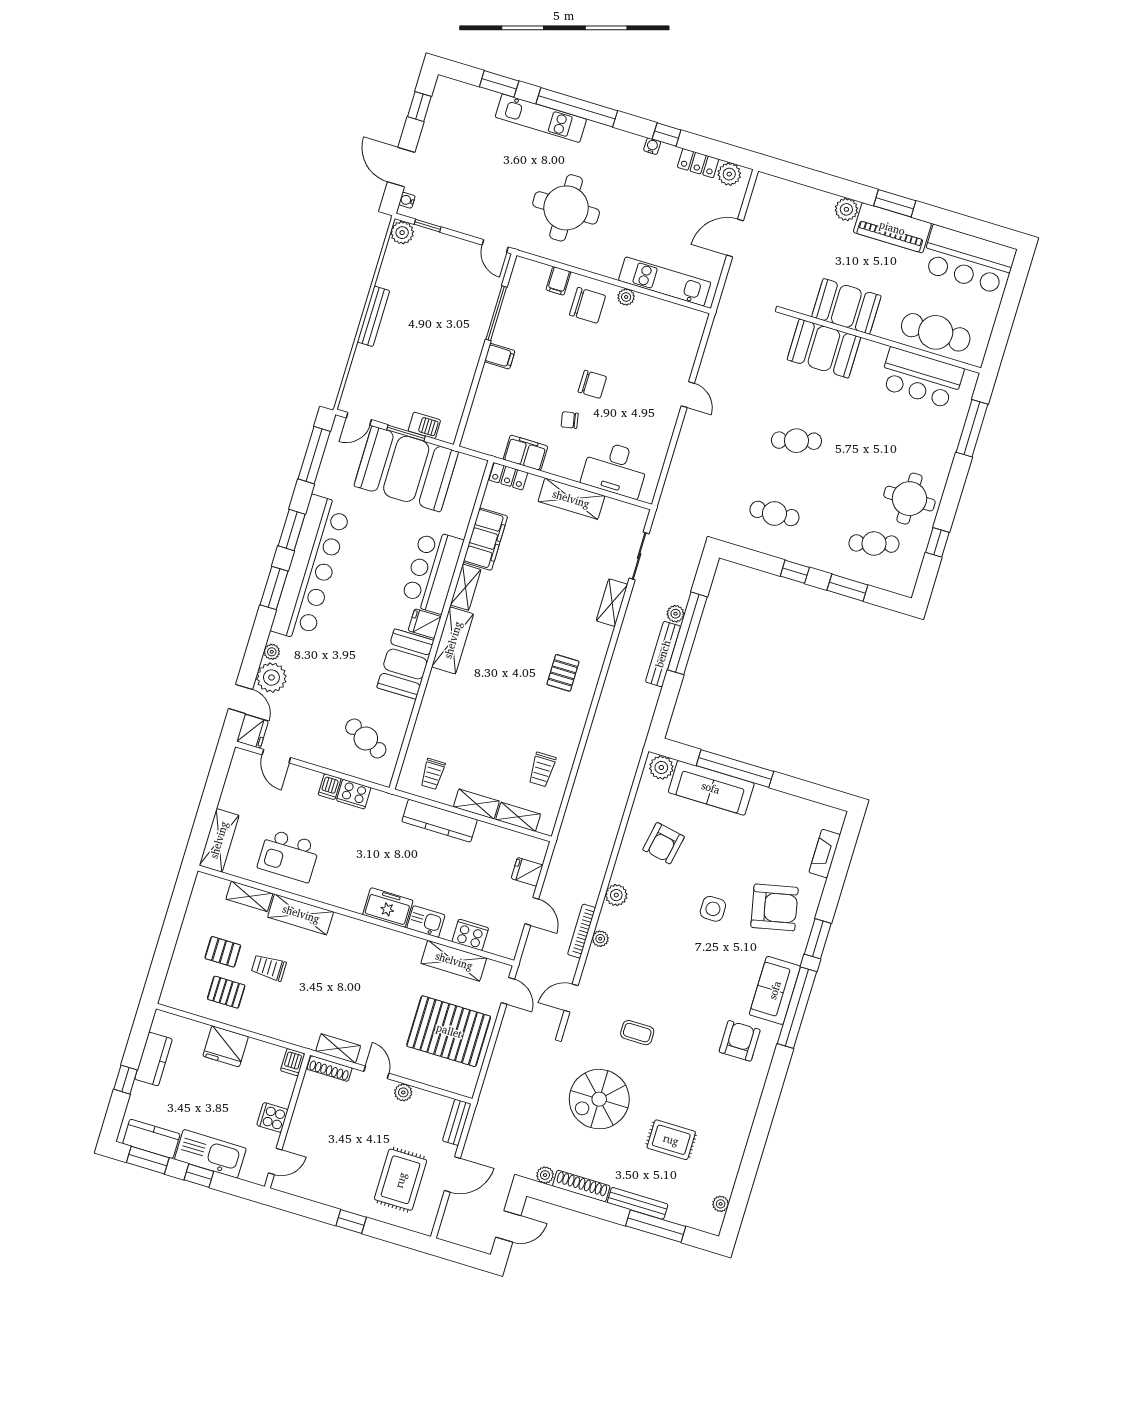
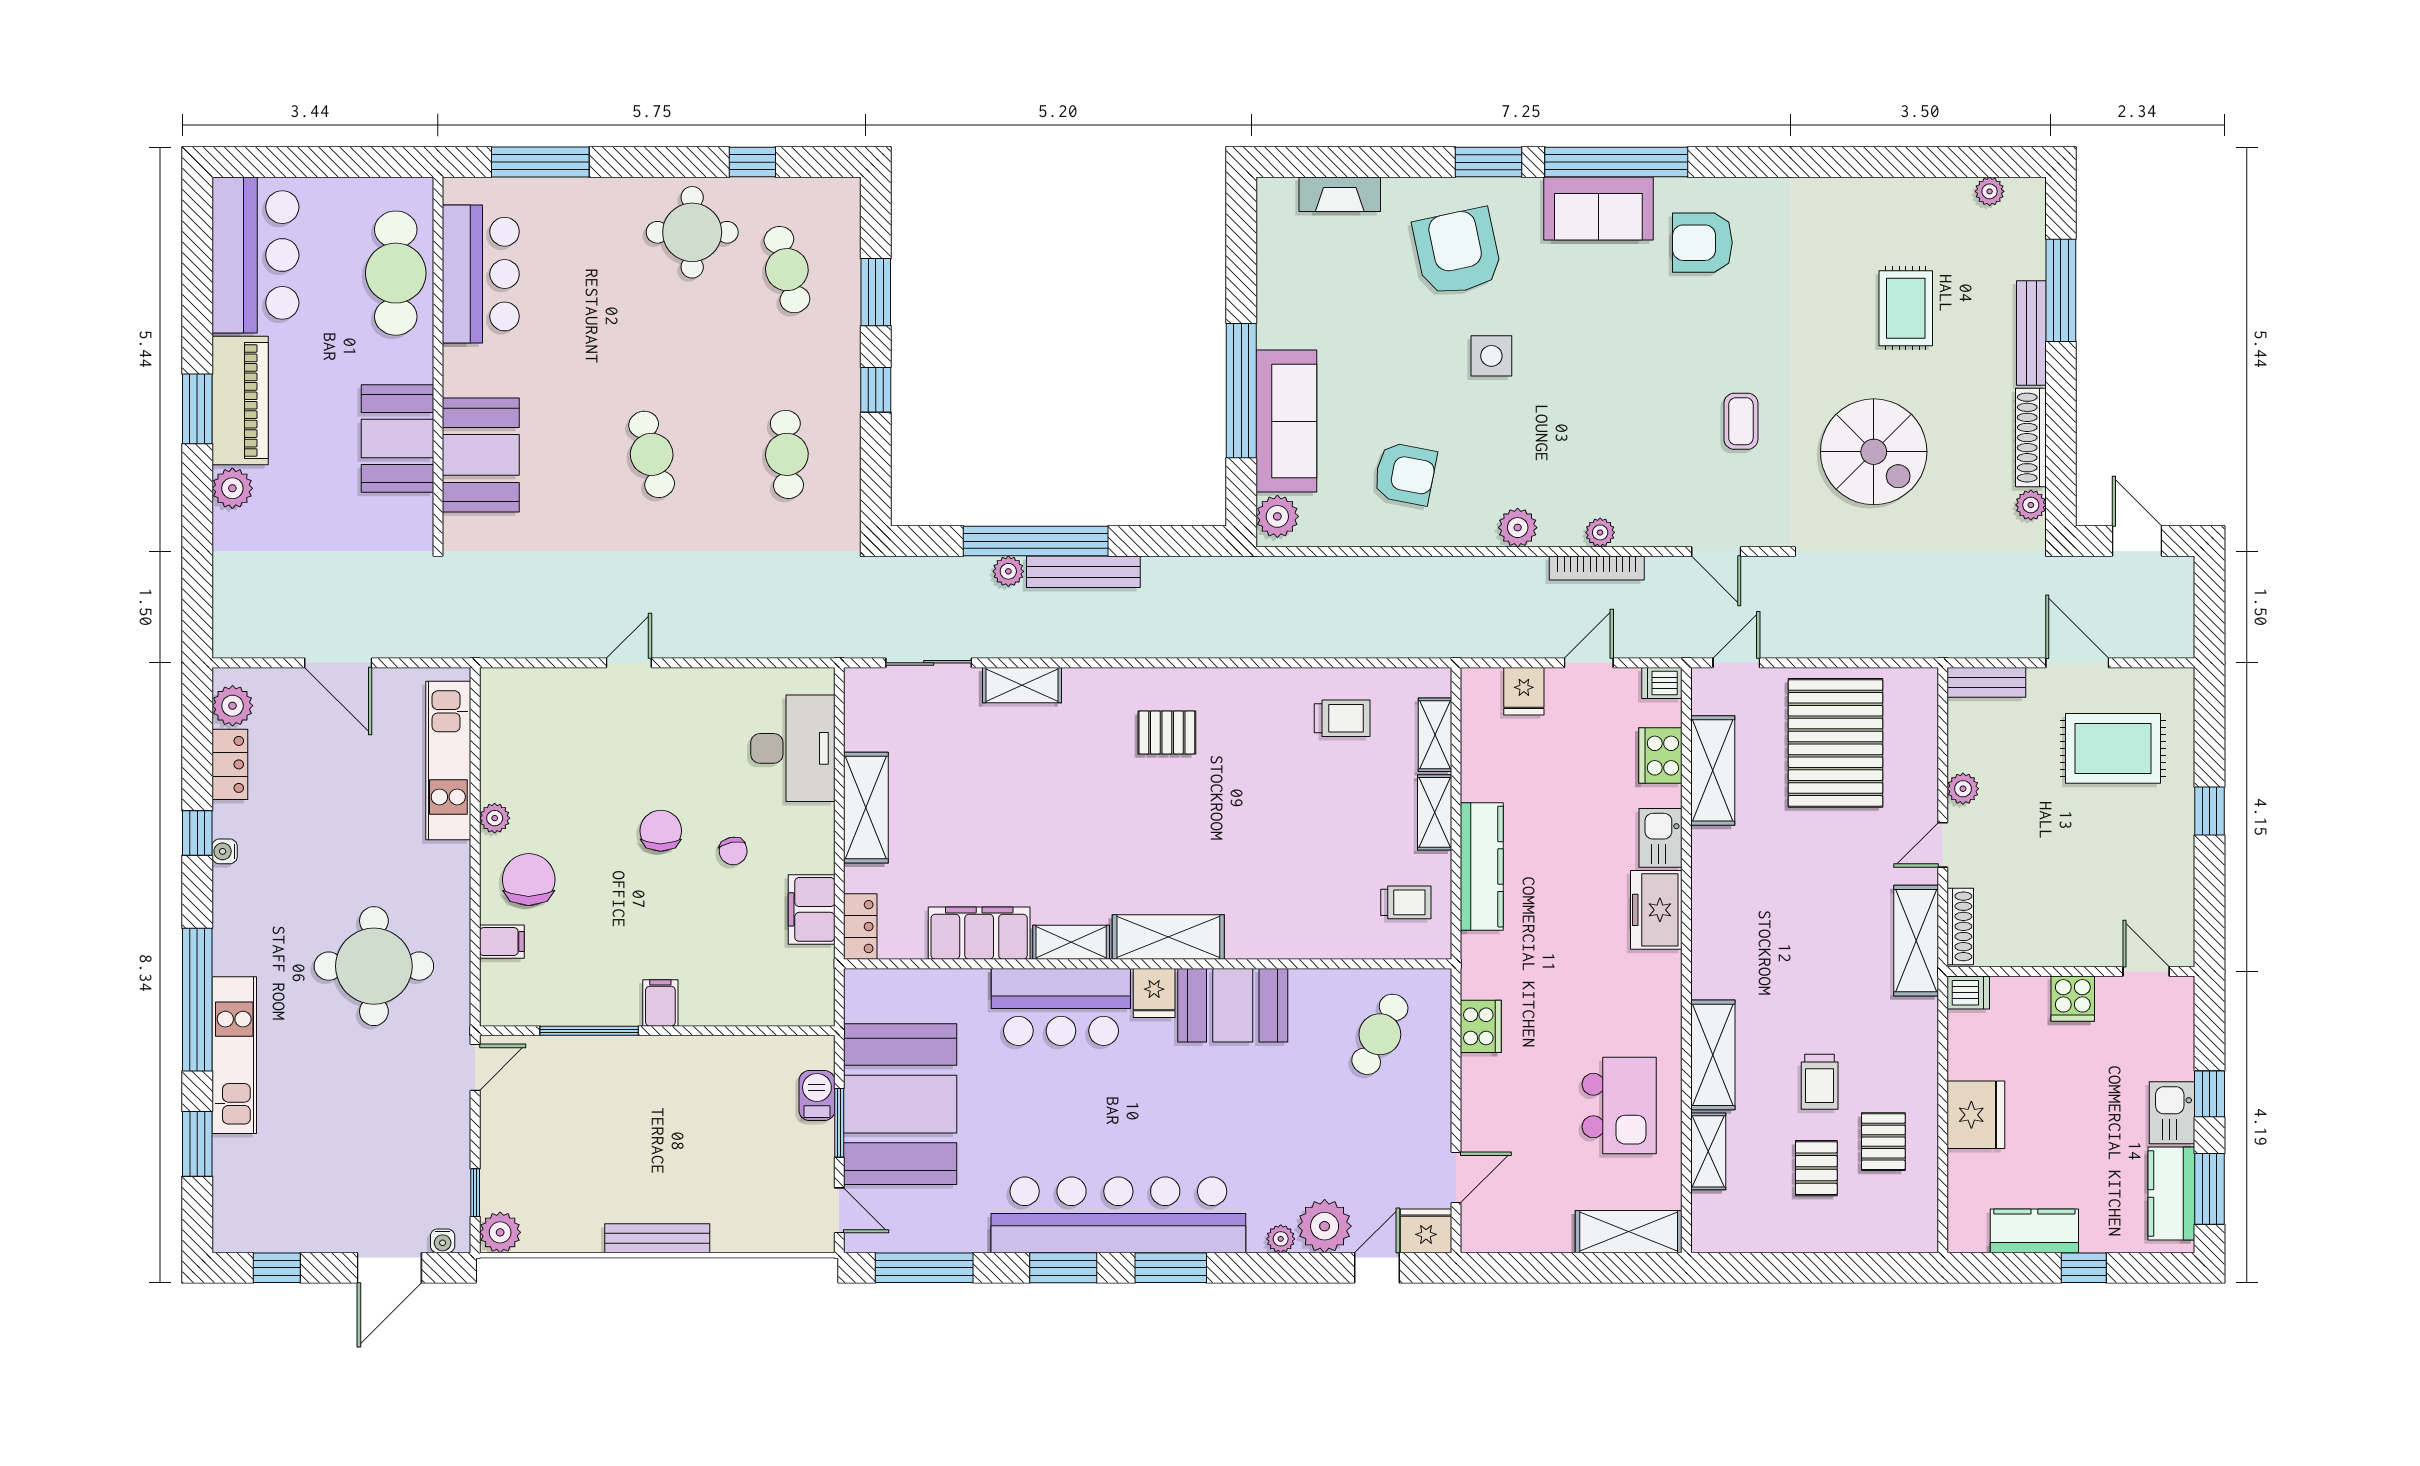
dishwasher: (330, 787) -> (1662, 683), moved, turned 180
shelving: (338, 1048) -> (1916, 941), width x1.50, depth x1.33
kitchen sink: (210, 1154) -> (2172, 1113), width x0.53, depth x0.81

